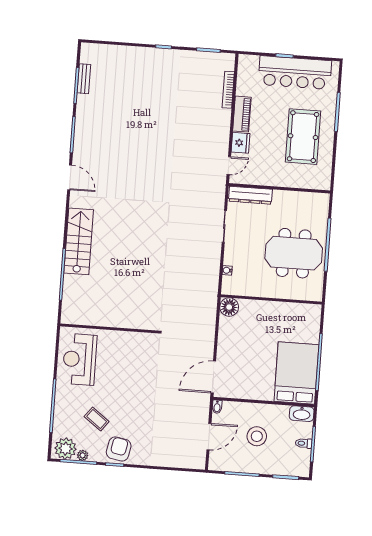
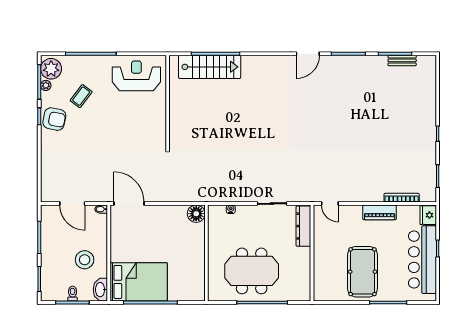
pool table: (303, 137) -> (363, 272), turned 90
fridge: (240, 143) -> (428, 215), moved, turned 90
stairs: (79, 241) -> (210, 67), moved
meeting table: (294, 253) -> (252, 271), turned 90
stool: (257, 436) -> (85, 260), moved

